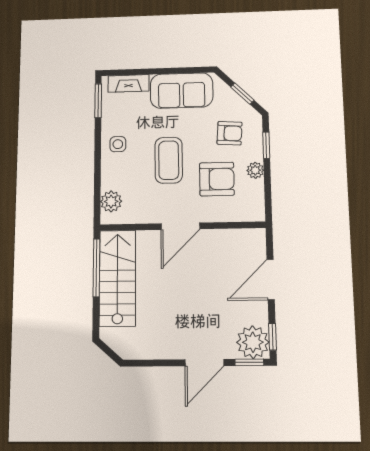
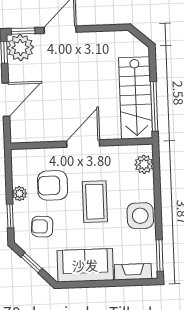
side table: (118, 144) -> (140, 216), width x1.87, depth x1.87

